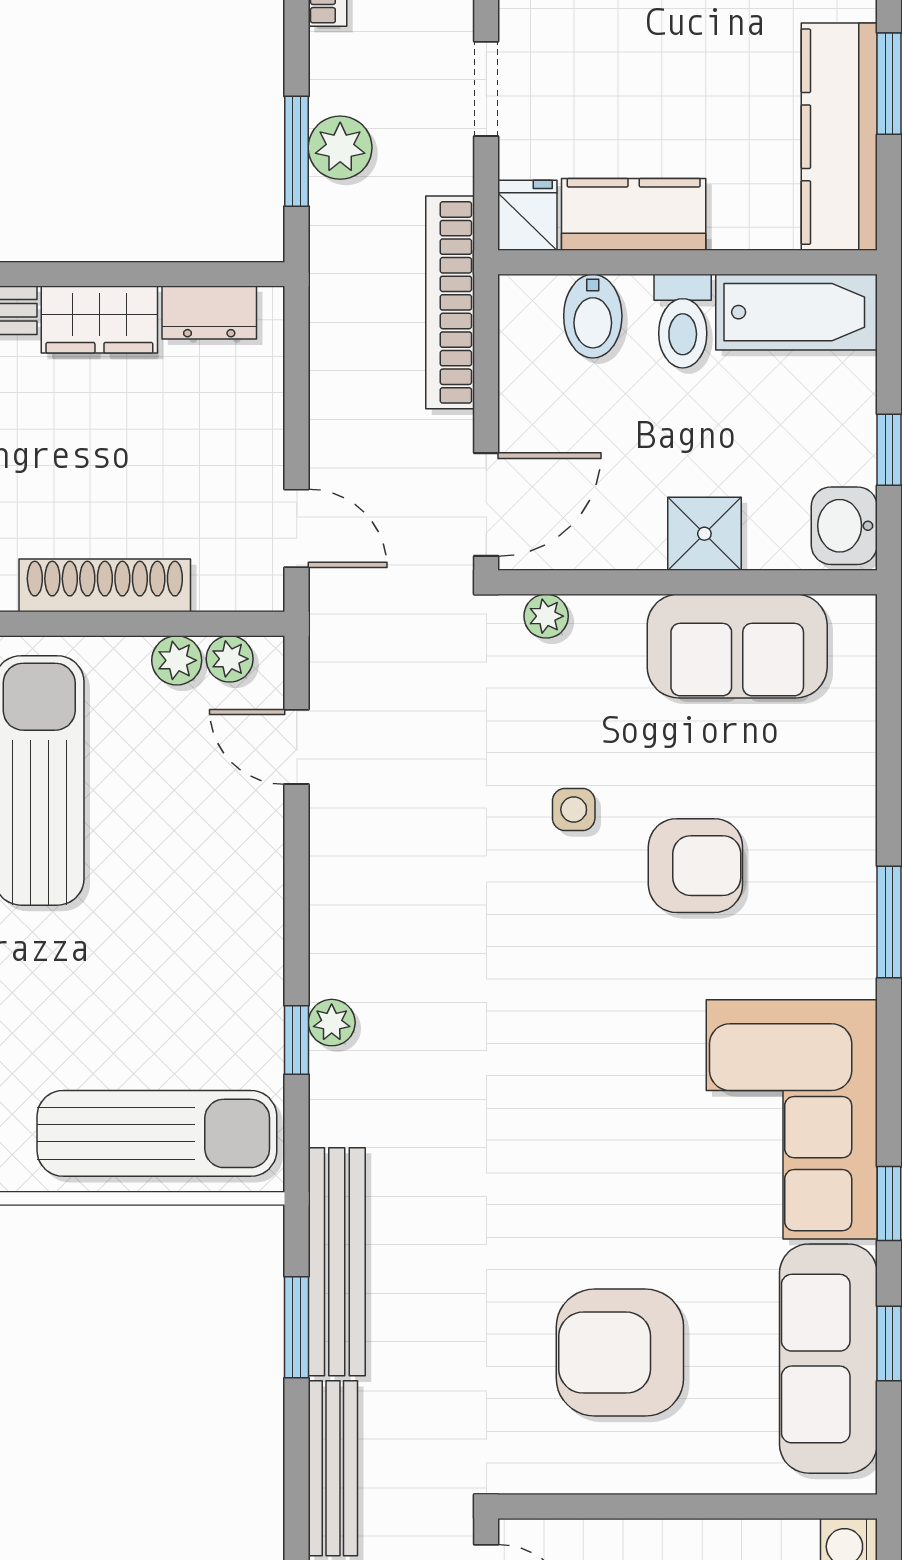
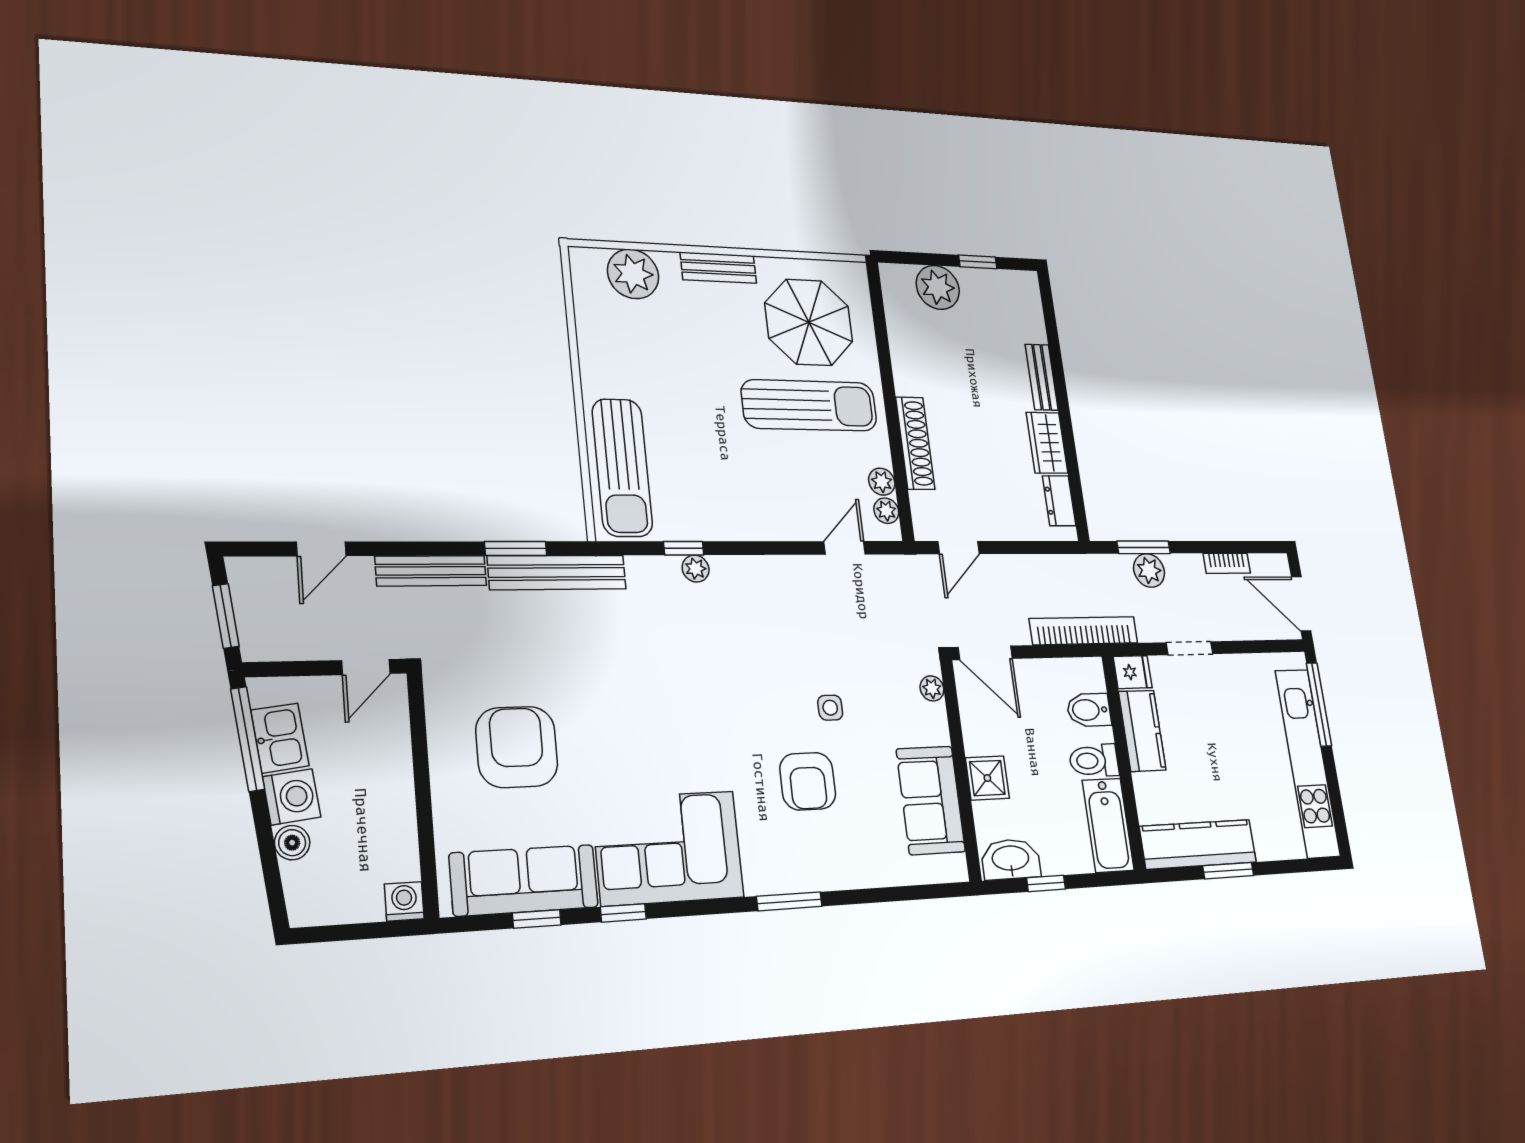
washbasin: (844, 526) -> (1011, 859), width x1.38

